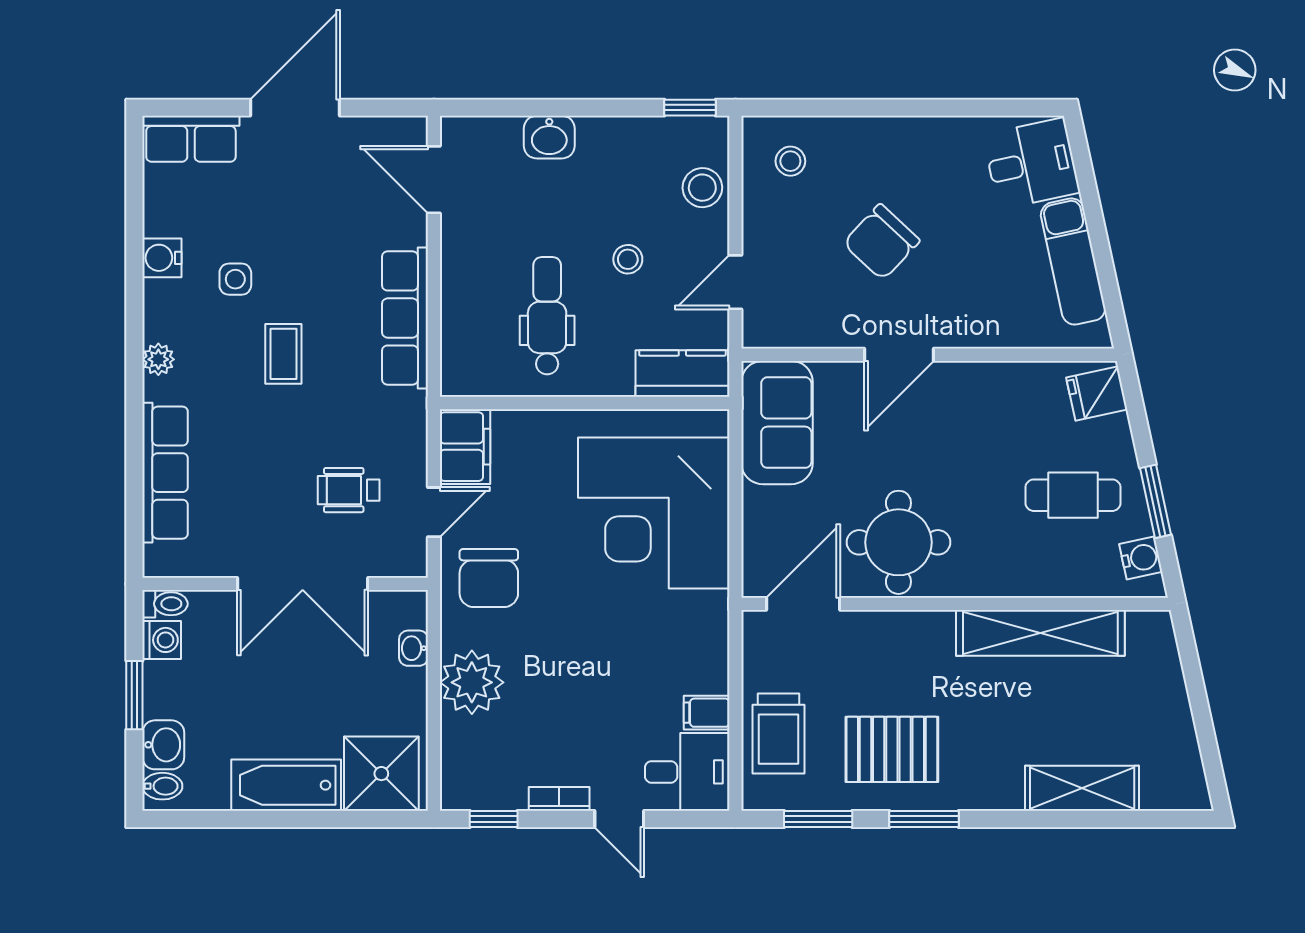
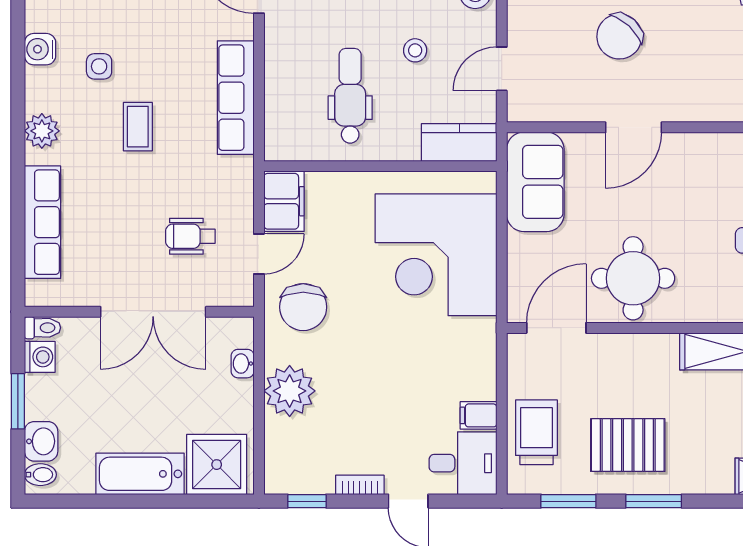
plant: (158, 359) -> (42, 131), width x1.38, depth x1.38
trolley: (778, 733) -> (536, 432), turned 180

